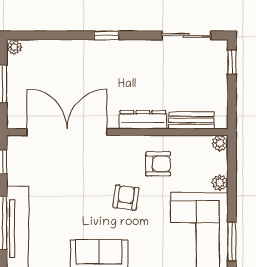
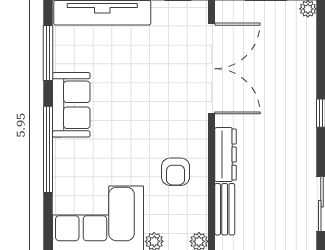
armchair: (126, 198) -> (137, 135), removed

